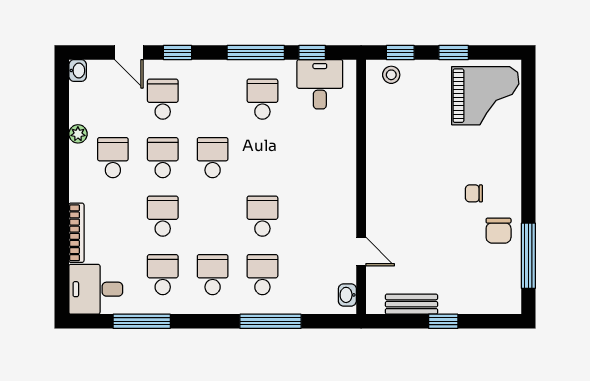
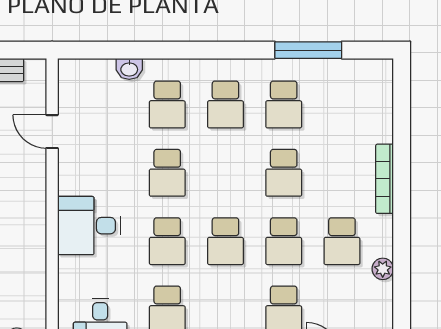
school desk: (262, 158) -> (167, 241), added
bookcase: (76, 233) -> (385, 179), moved
desk: (96, 289) -> (89, 226), moved, turned 180
washbasin: (347, 295) -> (129, 69), moved, turned 90
window: (270, 321) -> (158, 50), removed

